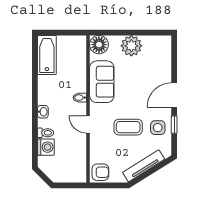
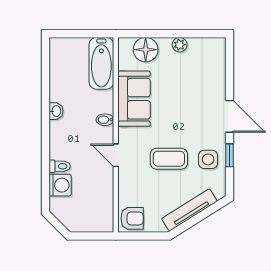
floor lamp: (99, 45) -> (146, 50), moved
plant: (131, 46) -> (180, 45), width x0.53, depth x0.53
bathtub: (47, 55) -> (101, 63), moved, turned 180
door: (174, 95) -> (230, 116), swing flipped
washbasin: (43, 112) -> (56, 111), moved

